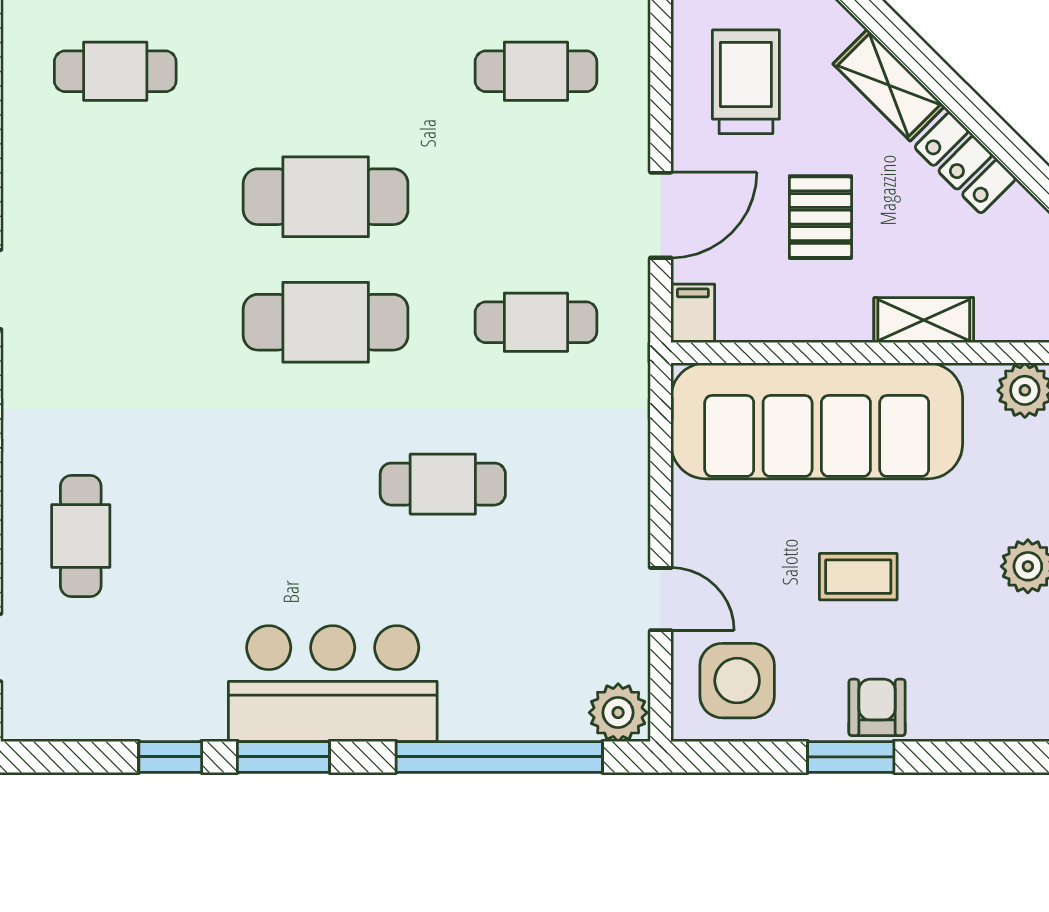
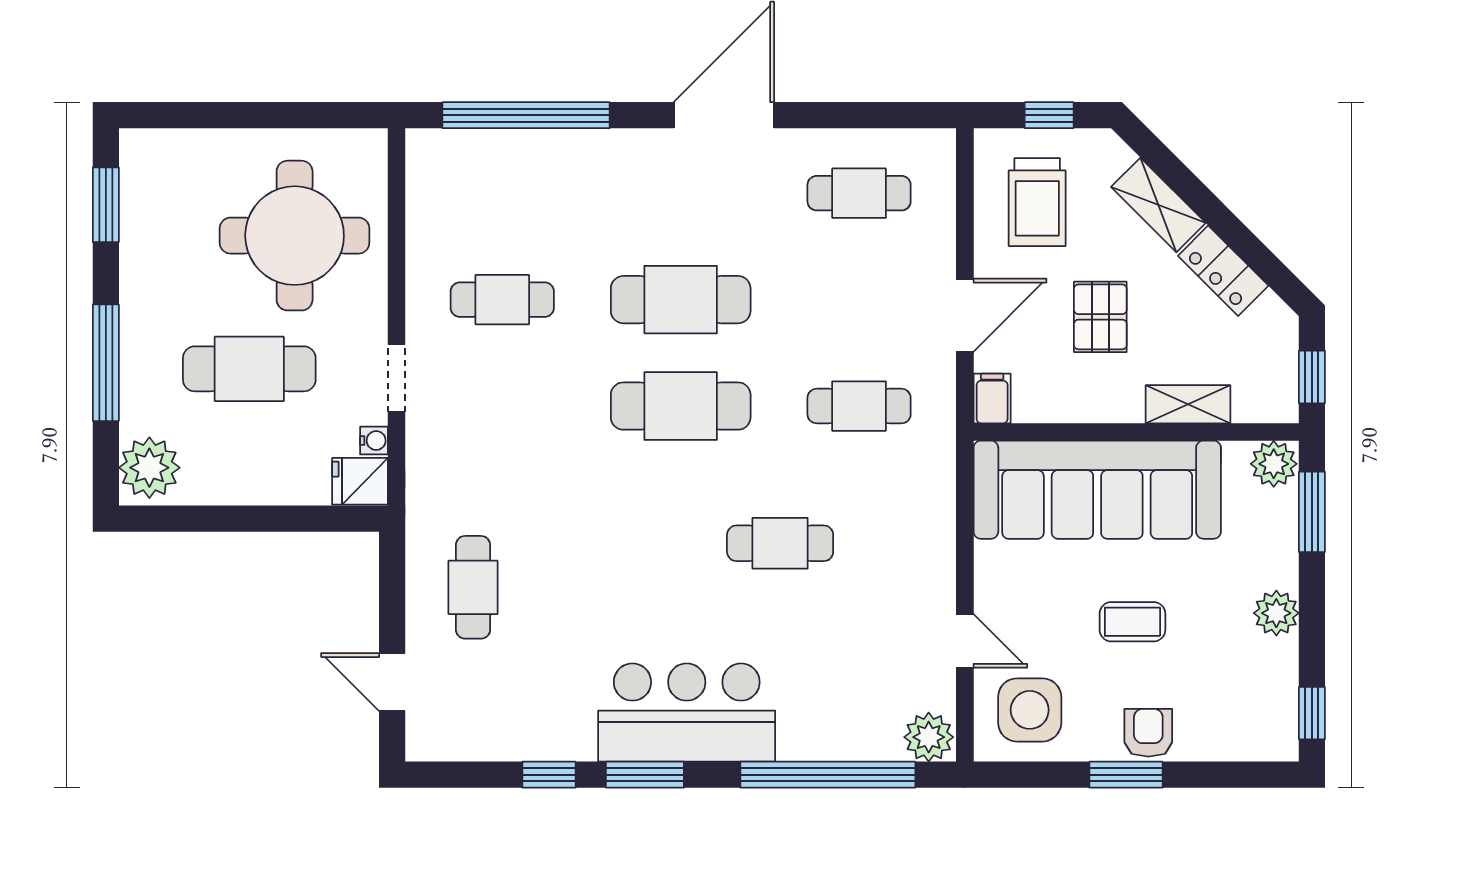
cafe table: (115, 71) -> (502, 300), moved
trolley: (746, 82) -> (1037, 202), turned 180

